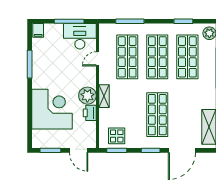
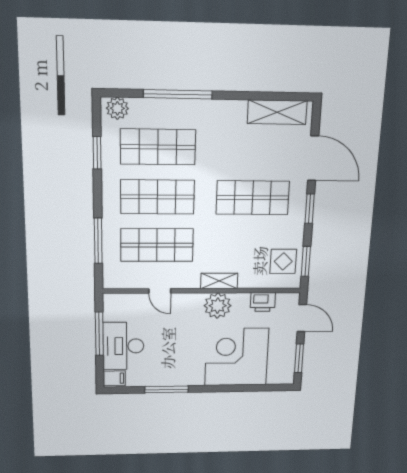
desk: (80, 36) -> (123, 346), moved
printer: (90, 113) -> (263, 302), moved
door: (79, 150) -> (302, 318), hinge flipped

